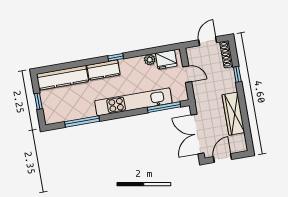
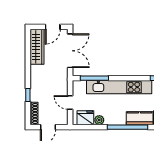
window: (116, 57) -> (127, 127), width x3.17
wardrobe: (233, 114) -> (37, 47), moved

